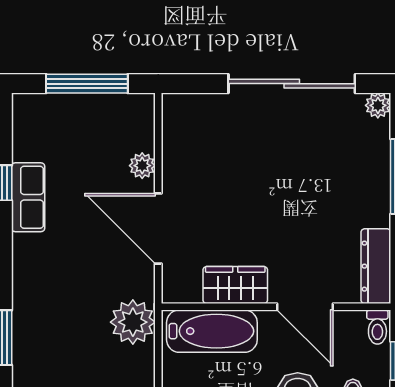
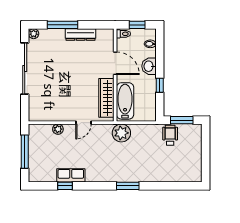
door: (158, 228) -> (83, 123), width x0.53
dresser: (376, 266) -> (81, 34), moved
wardrobe: (235, 285) -> (106, 98), width x1.50
door: (305, 307) -> (115, 63), hinge flipped

